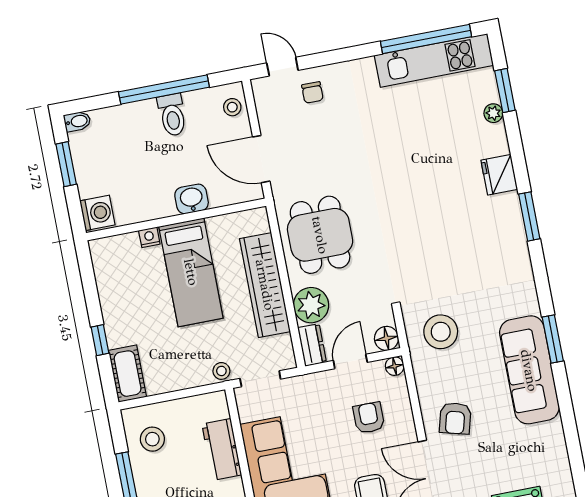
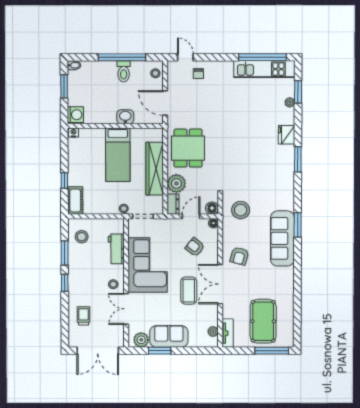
nightstand: (149, 237) -> (73, 132), moved
armchair: (369, 418) -> (195, 247), turned -51

